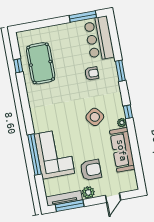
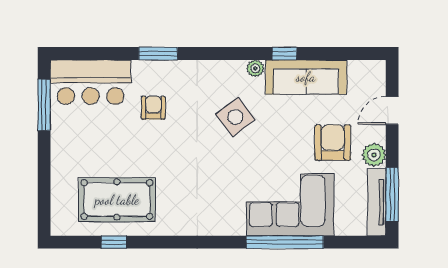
window: (128, 112) -> (284, 54), moved
door: (113, 198) -> (392, 110), swing flipped

